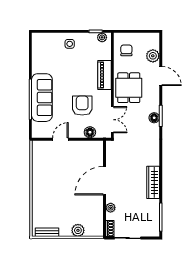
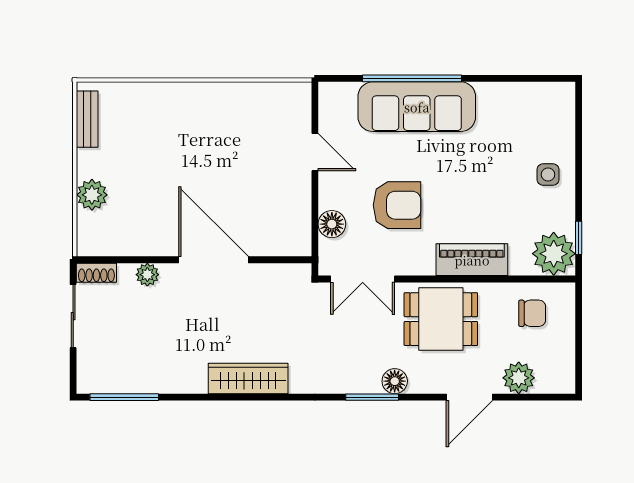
plant: (102, 37) -> (554, 254), width x1.88, depth x1.88
floor lamp: (154, 118) -> (395, 381), moved
wardrobe: (153, 182) -> (248, 378), moved

